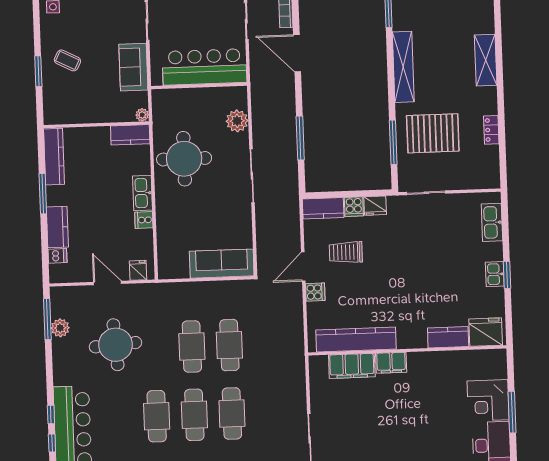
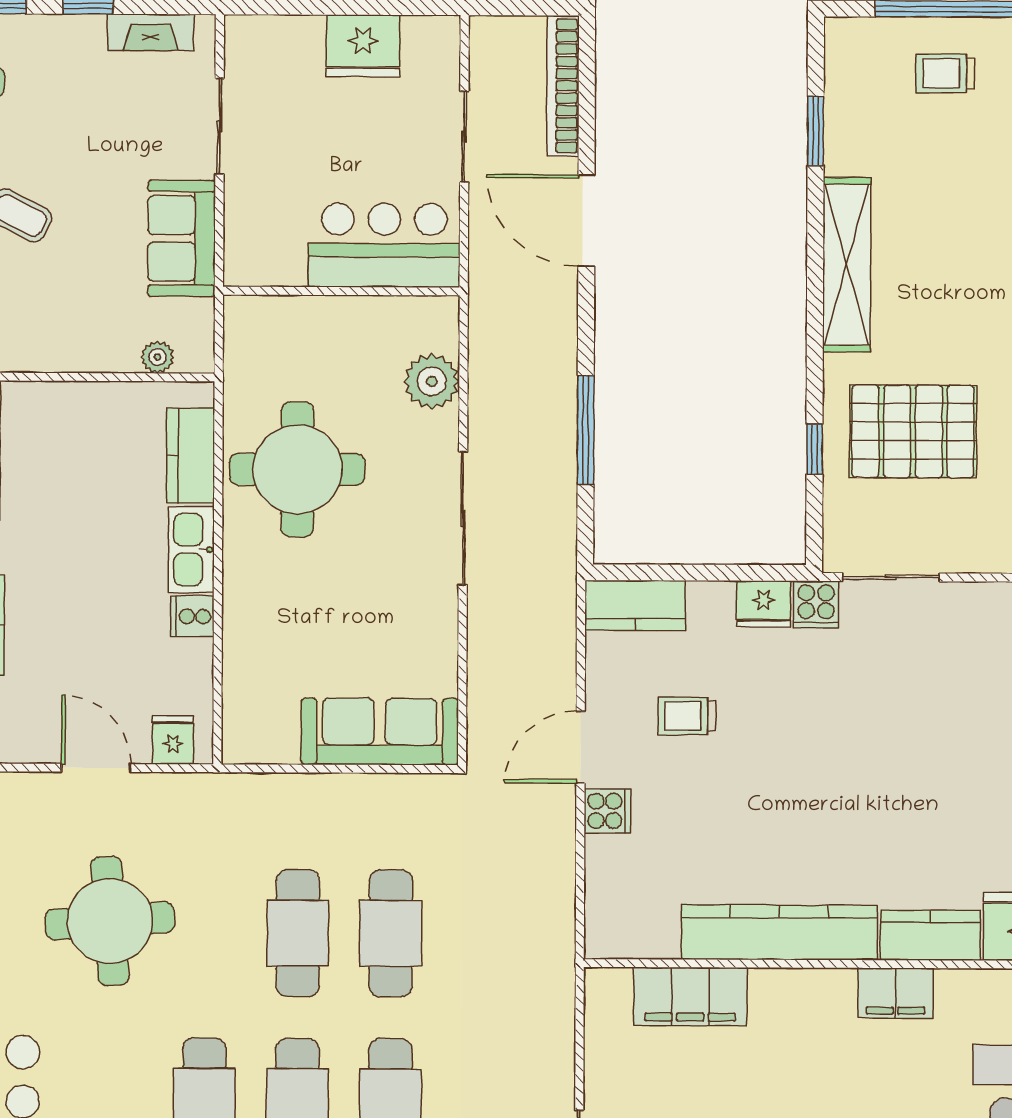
bar counter: (204, 67) -> (384, 245), width x0.73
plant: (142, 115) -> (157, 357), moved
kitchen counter: (130, 135) -> (191, 456), moved, turned 90
window: (393, 142) -> (814, 449), width x0.46
cooker: (354, 207) -> (816, 605), moved
trolley: (346, 252) -> (687, 716), width x0.73, depth x0.72
kitchen counter: (356, 340) -> (779, 932), moved
filing cabinet: (391, 363) -> (895, 993), moved

